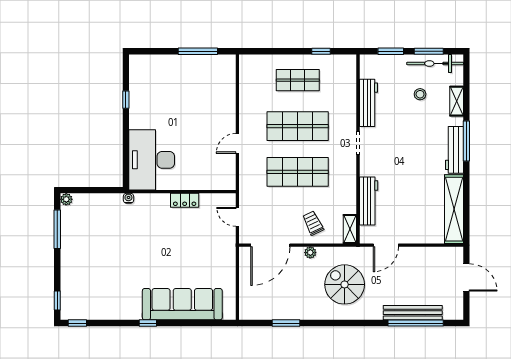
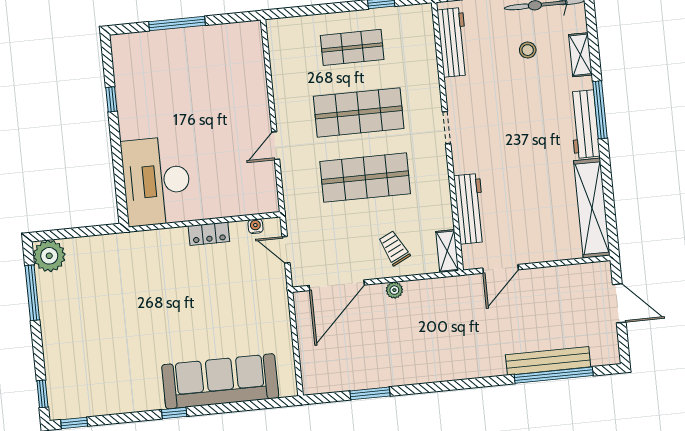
window: (198, 51) -> (177, 24), moved
workbench: (368, 103) -> (453, 42), moved
water cooler: (128, 198) -> (255, 226), moved
plant: (66, 199) -> (49, 256), width x1.88, depth x1.88
spiral stairs: (345, 284) -> (448, 330), removed

